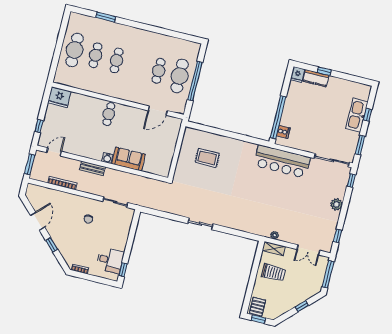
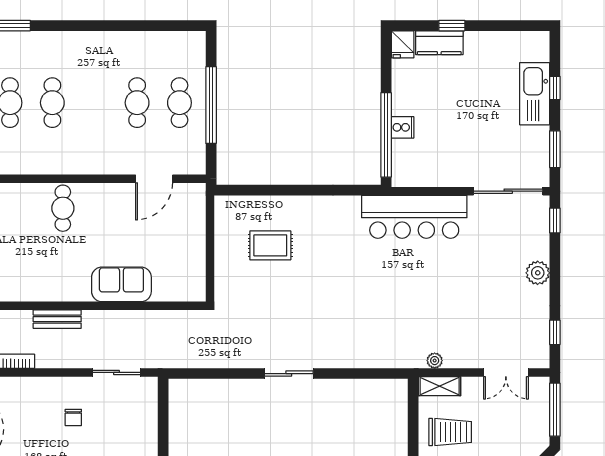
cafe table: (180, 76) -> (179, 103), width x0.73, depth x0.74
cooker: (283, 132) -> (403, 127), moved
water cooler: (107, 158) -> (81, 293), removed

